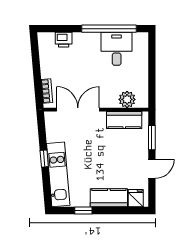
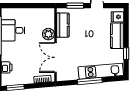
window: (35, 52) -> (15, 87), added
plant: (127, 99) -> (48, 34), moved
window: (44, 159) -> (90, 81), width x2.17

